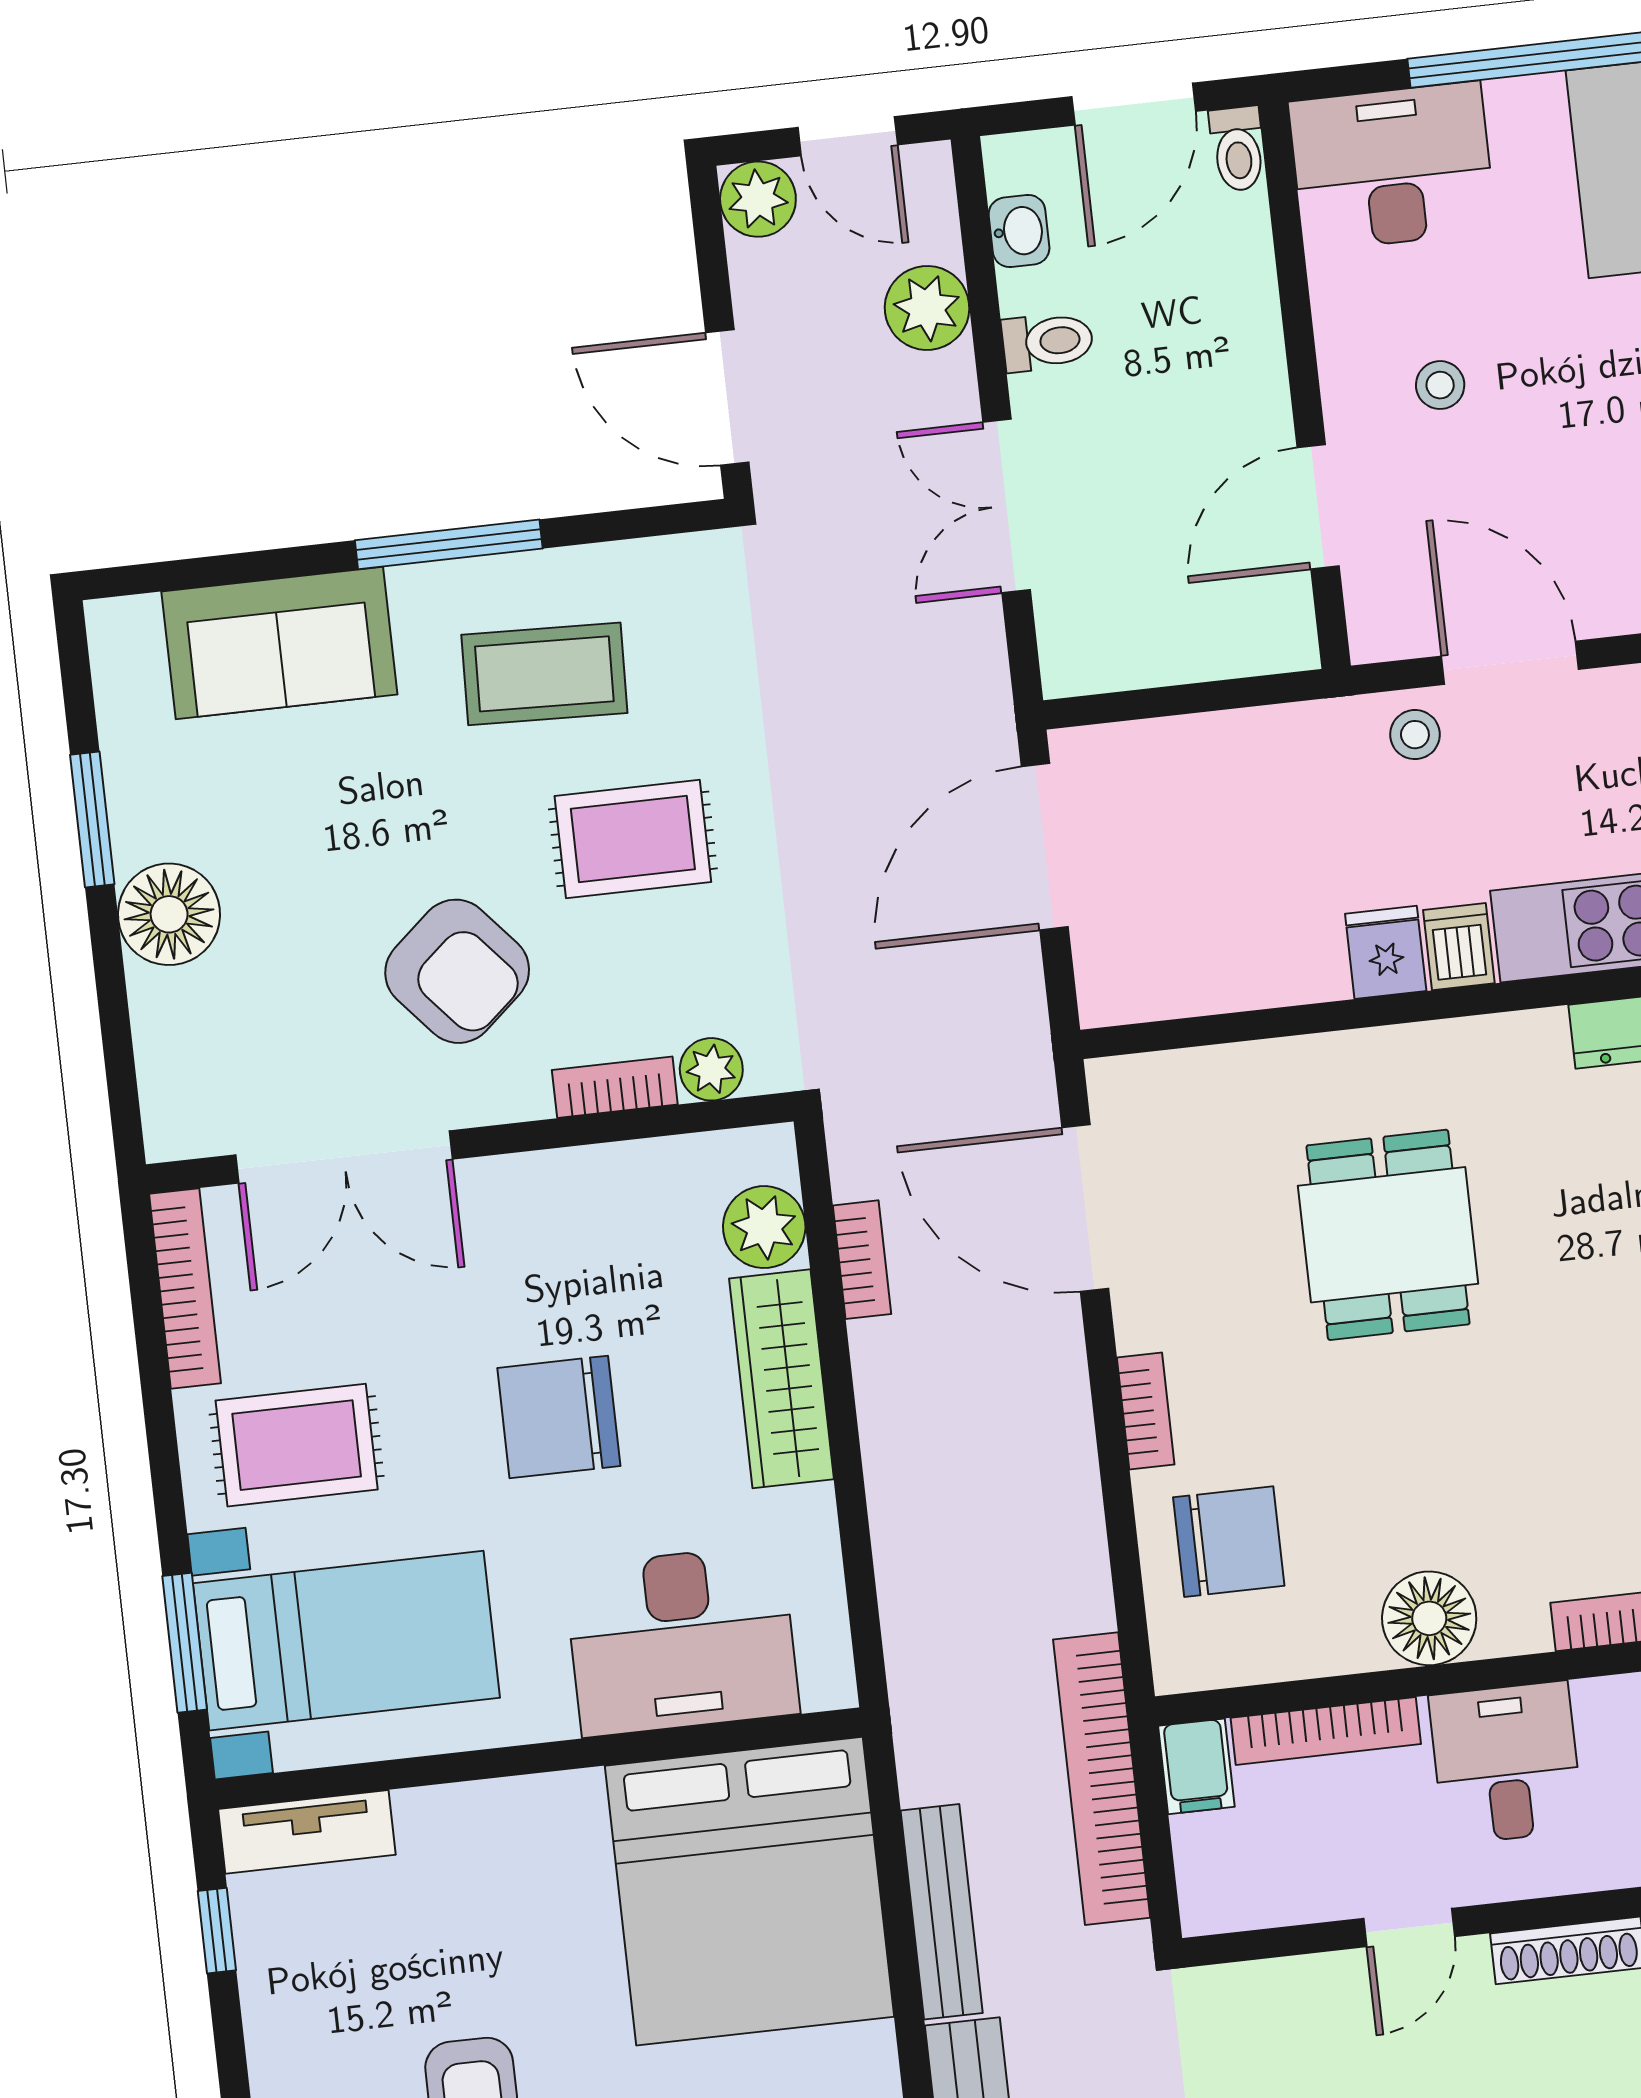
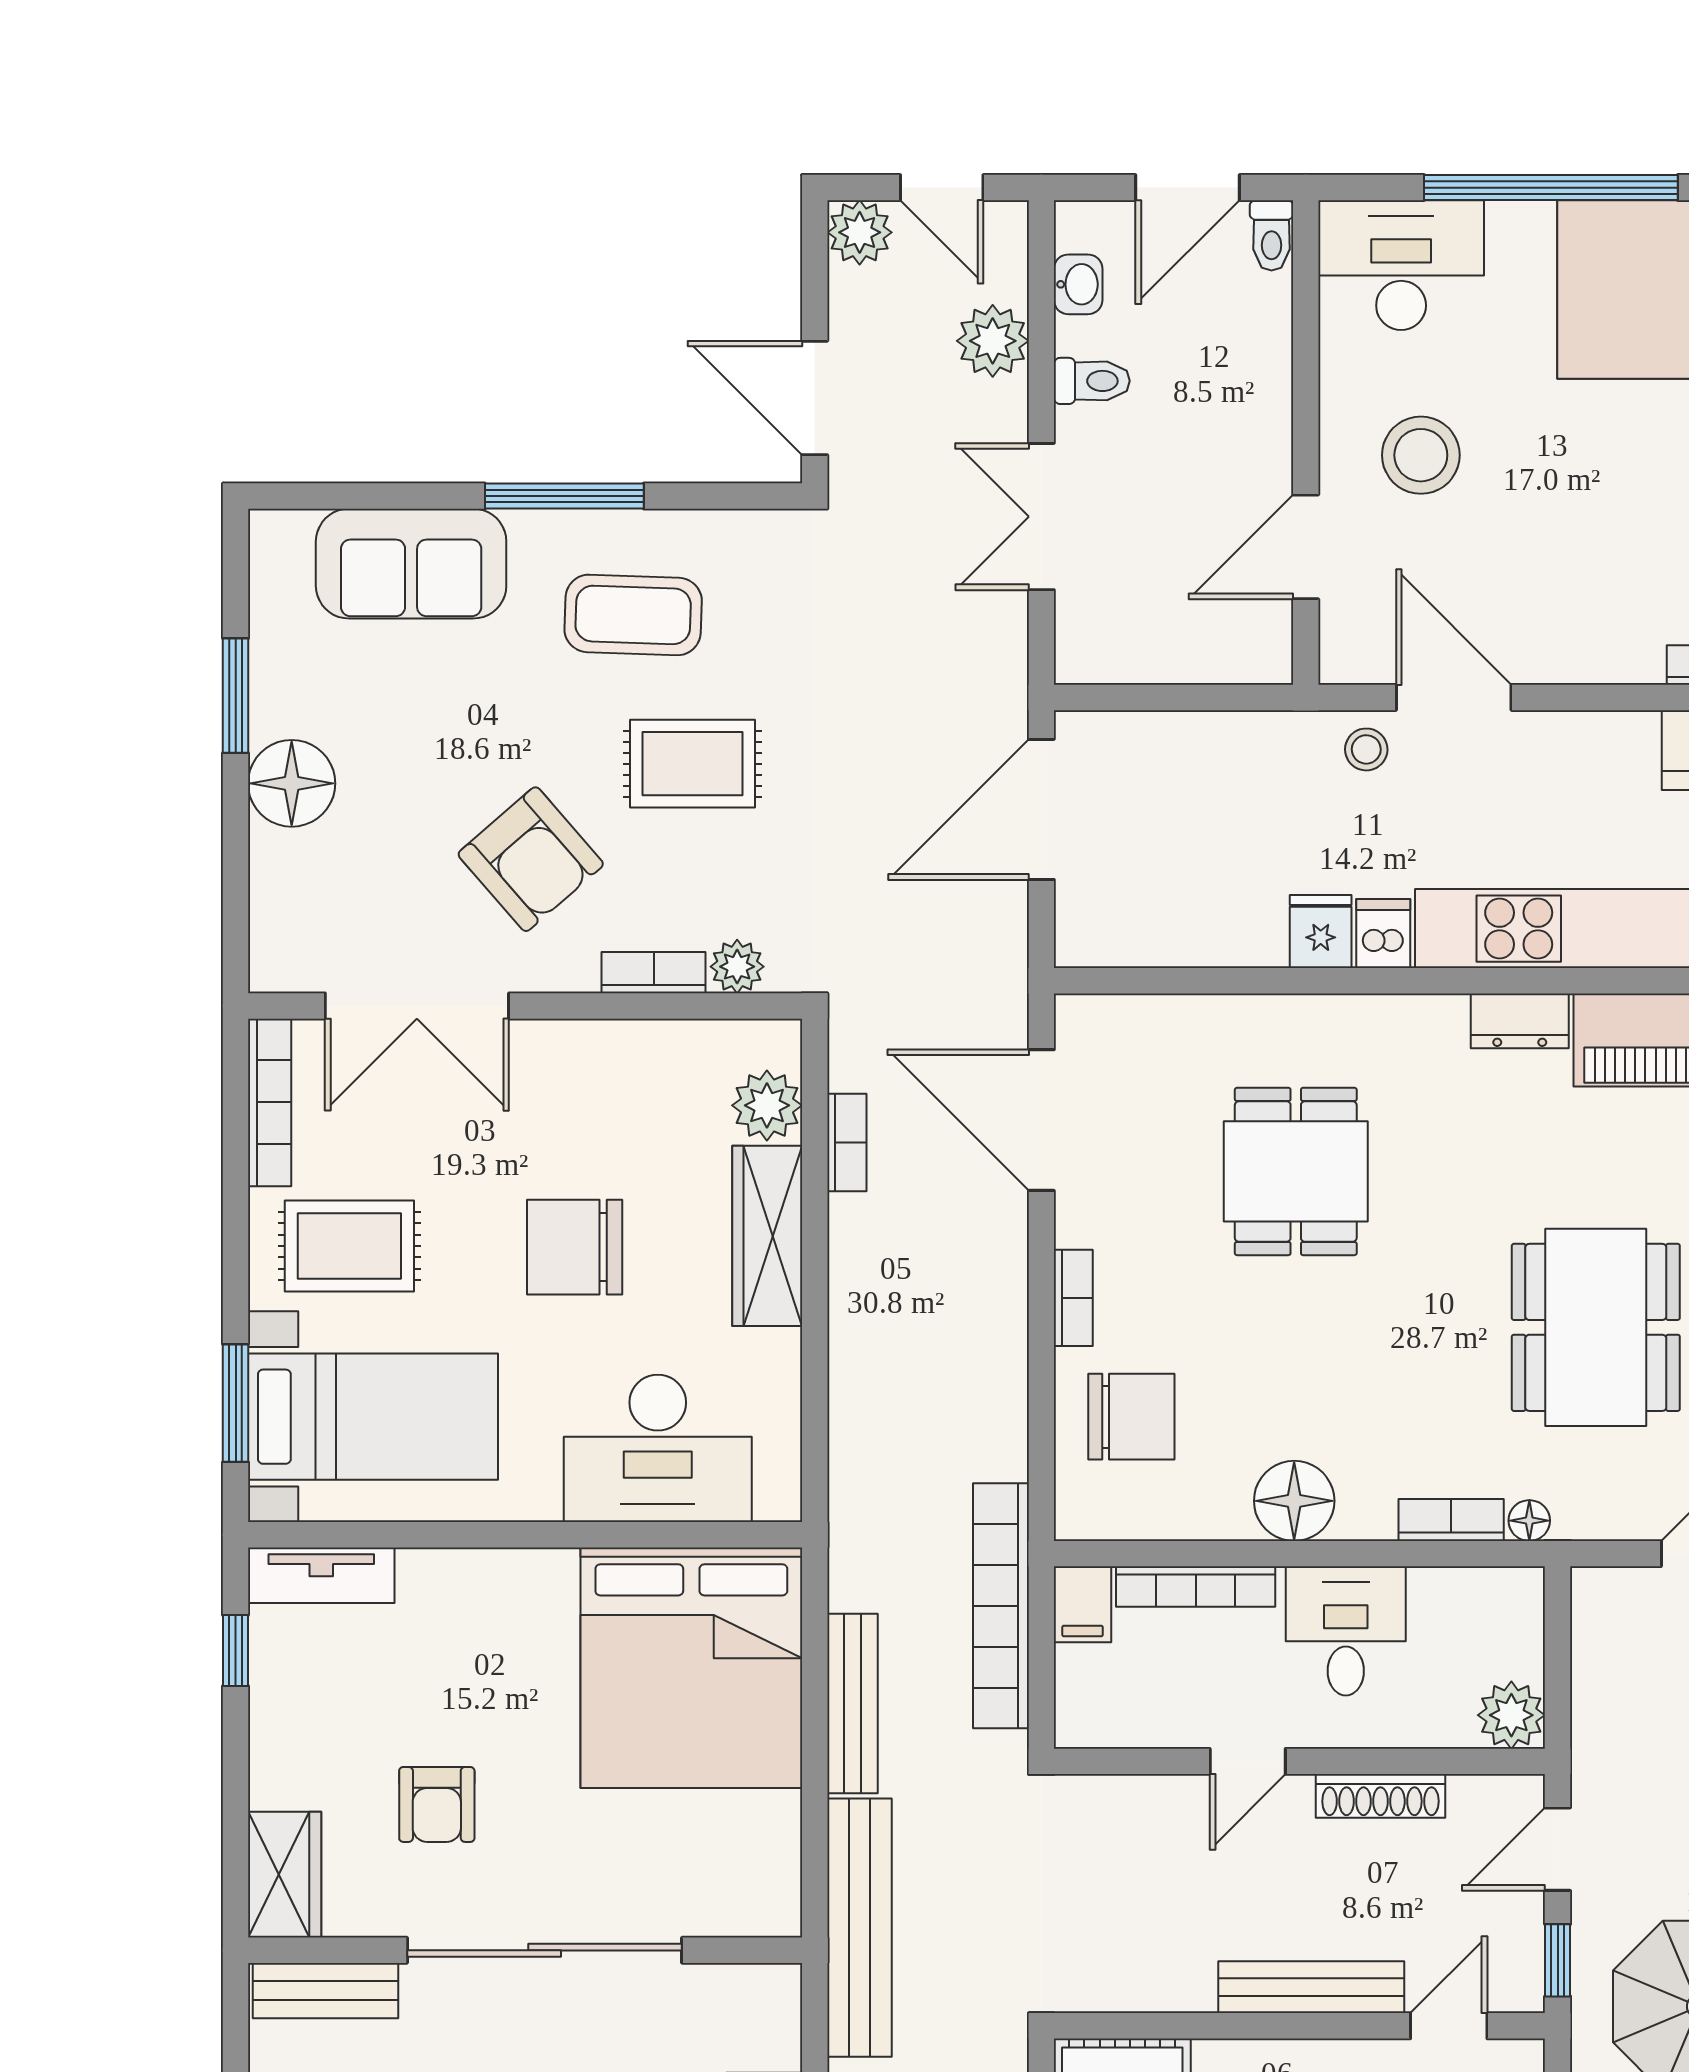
stool: (1440, 385) -> (1421, 455), width x1.89, depth x1.89

